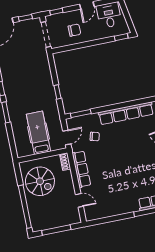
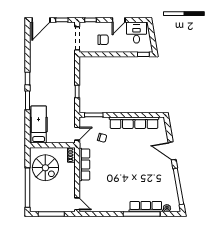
hospital bed: (38, 133) -> (39, 125), moved
door: (79, 200) -> (77, 204), moved

